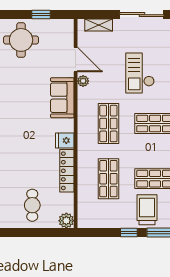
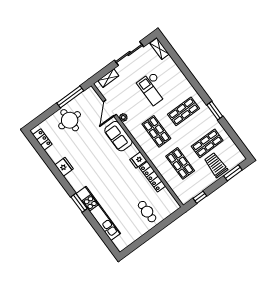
window: (41, 15) -> (70, 97), width x2.17
door: (76, 60) -> (110, 108), swing flipped
plant: (66, 221) -> (173, 206), removed
window: (129, 233) -> (200, 197), moved

